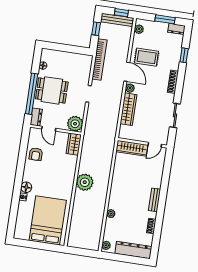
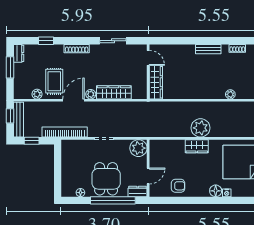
plant: (139, 29) -> (37, 94), moved
wardrobe: (74, 144) -> (197, 146), moved

